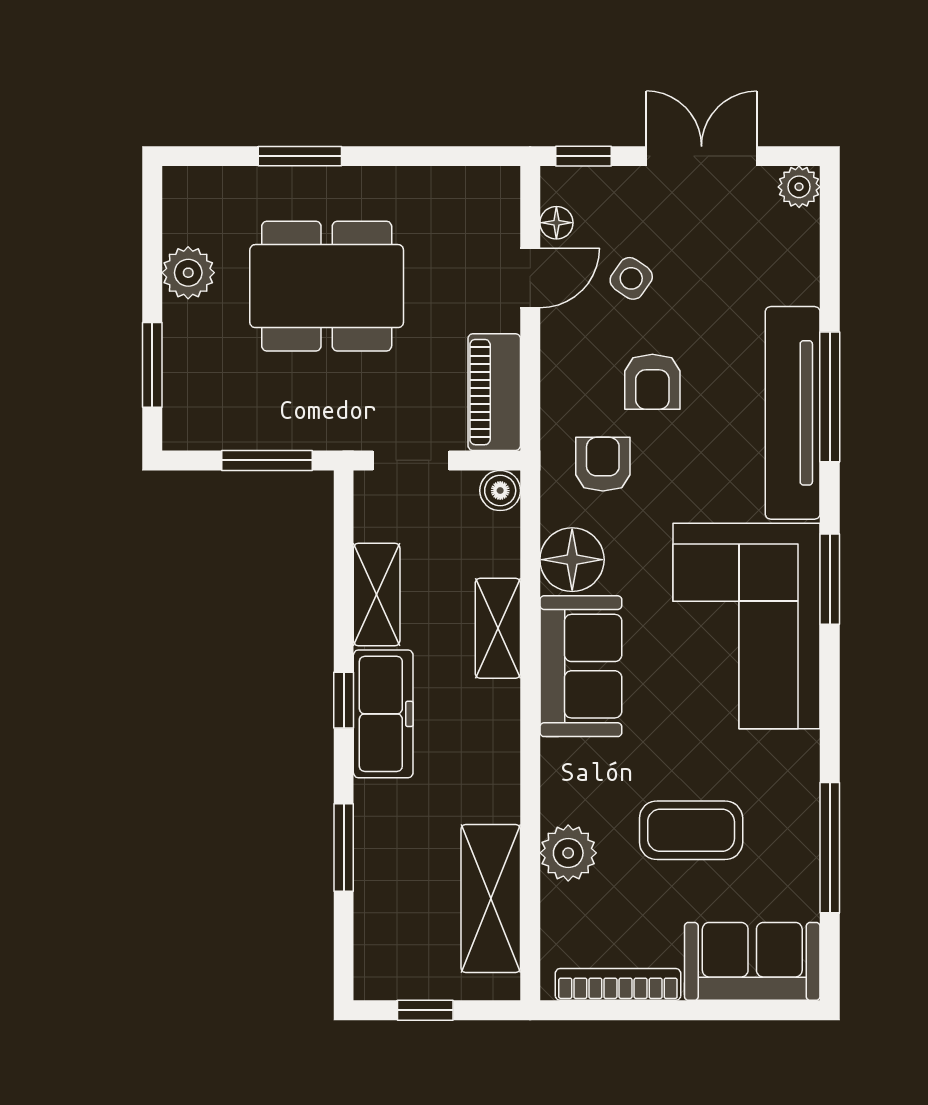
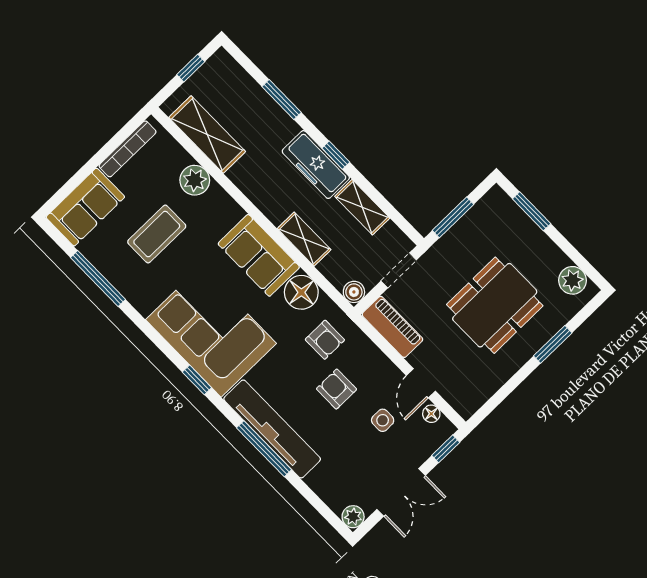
plant: (188, 273) -> (573, 280), moved
side table: (631, 278) -> (383, 420), turned -35
window: (830, 579) -> (197, 380), width x0.67

